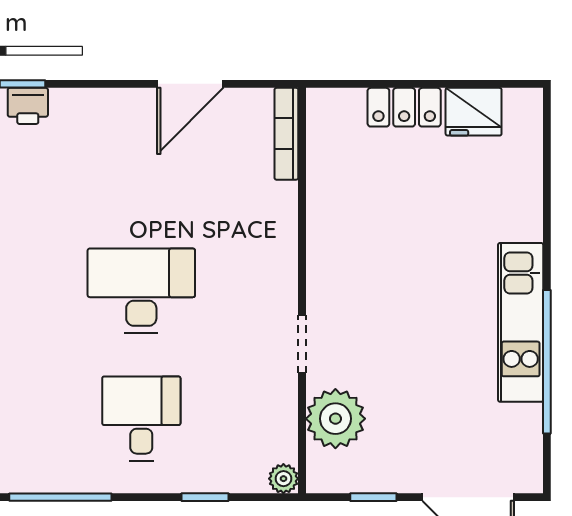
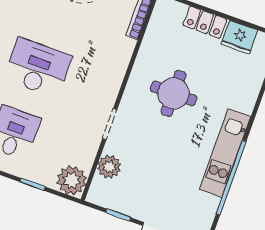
round table: (394, 251) -> (173, 93), added
plant: (335, 419) -> (109, 167), width x0.73, depth x0.73
plant: (283, 479) -> (72, 180), width x1.87, depth x1.87

